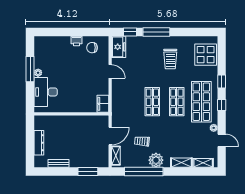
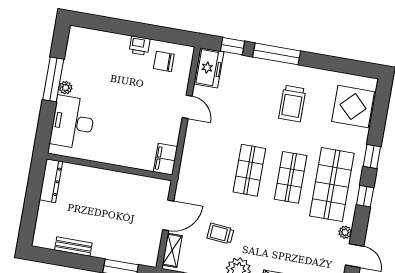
dresser: (39, 143) -> (51, 181), moved

